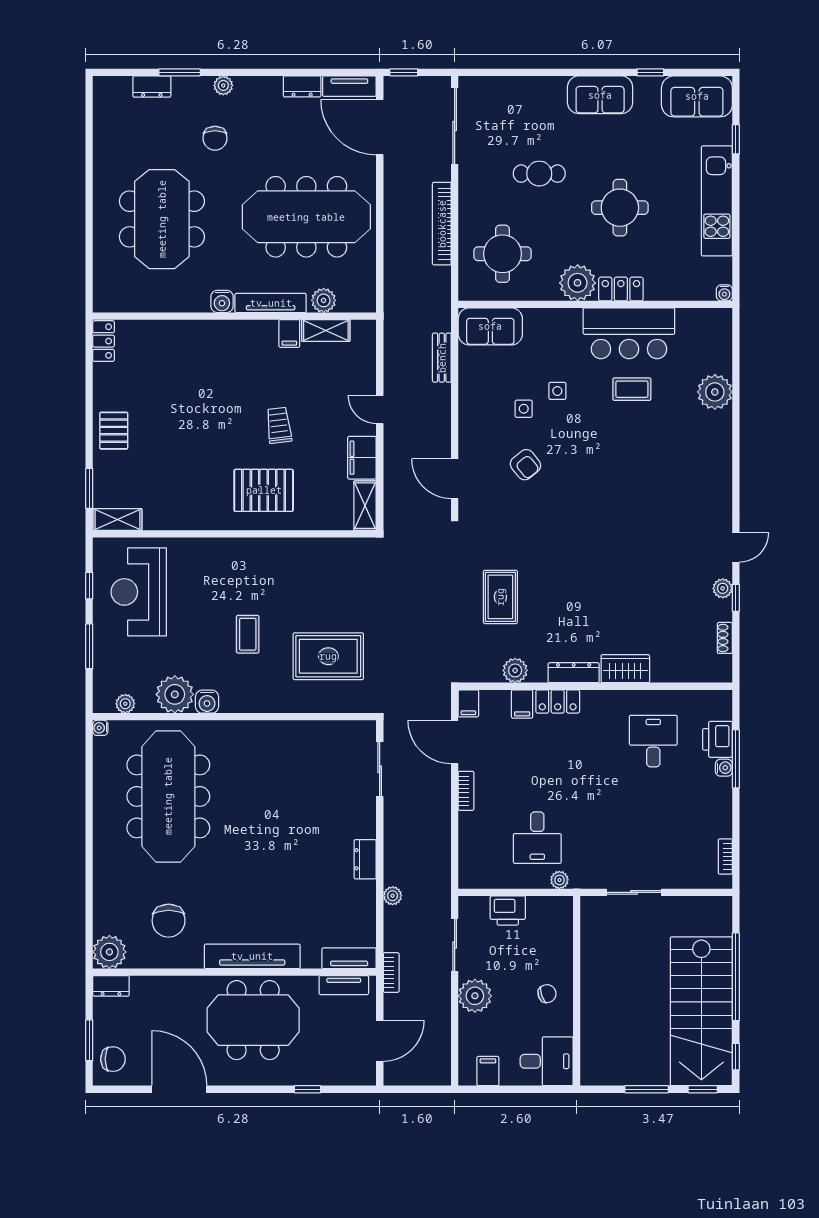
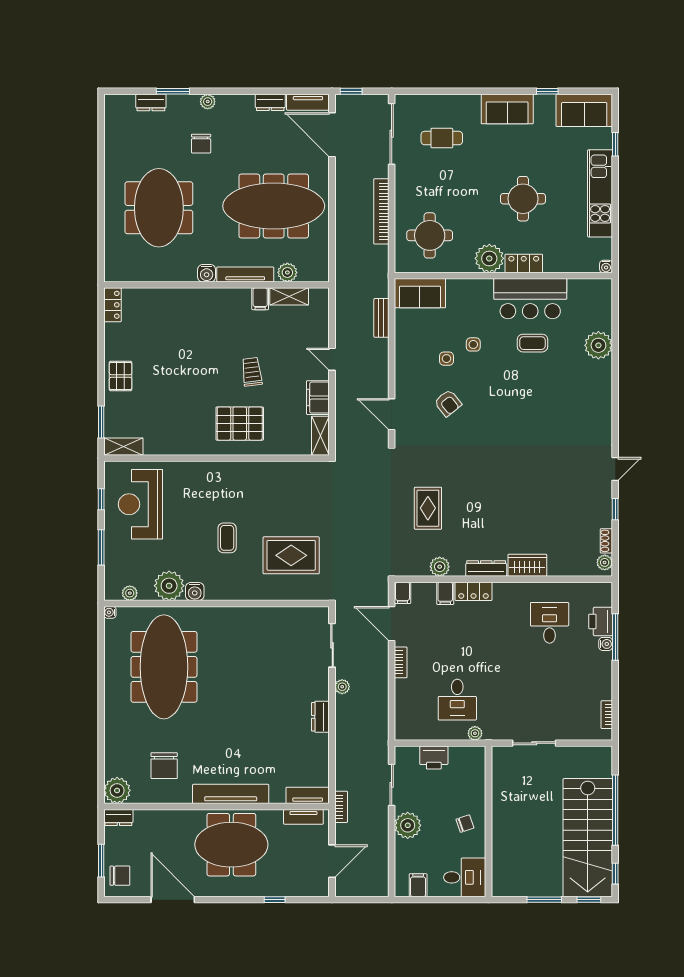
cafe table: (539, 174) -> (442, 138), moved
plant: (723, 588) -> (605, 562), moved
plant: (393, 896) -> (342, 687), moved

